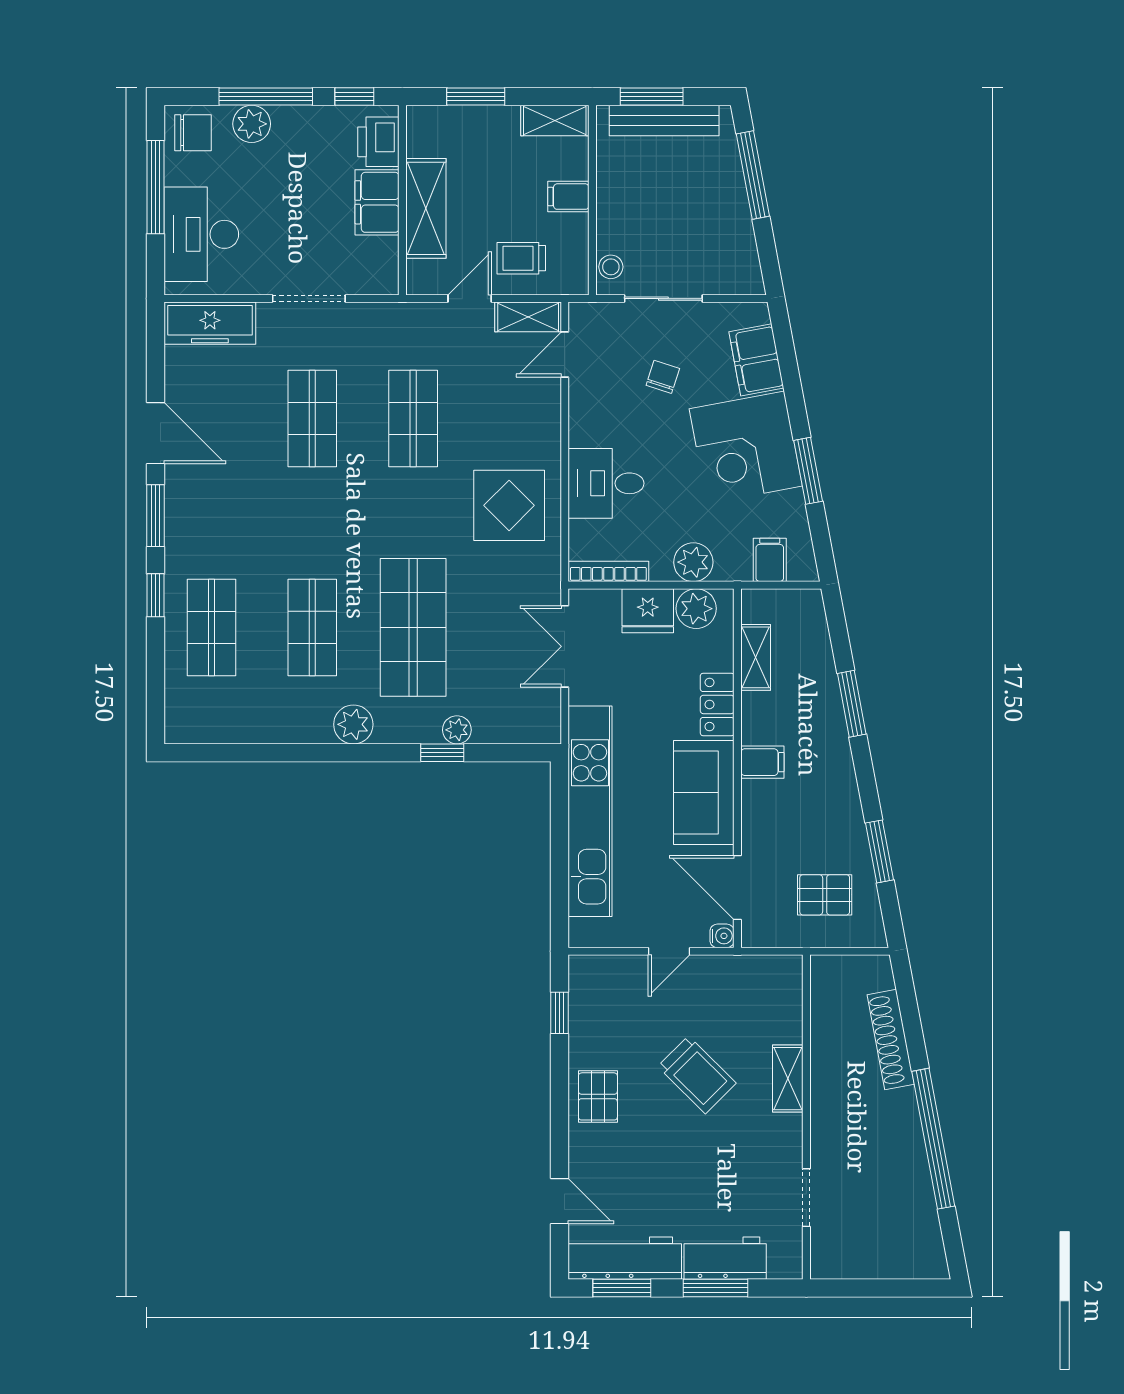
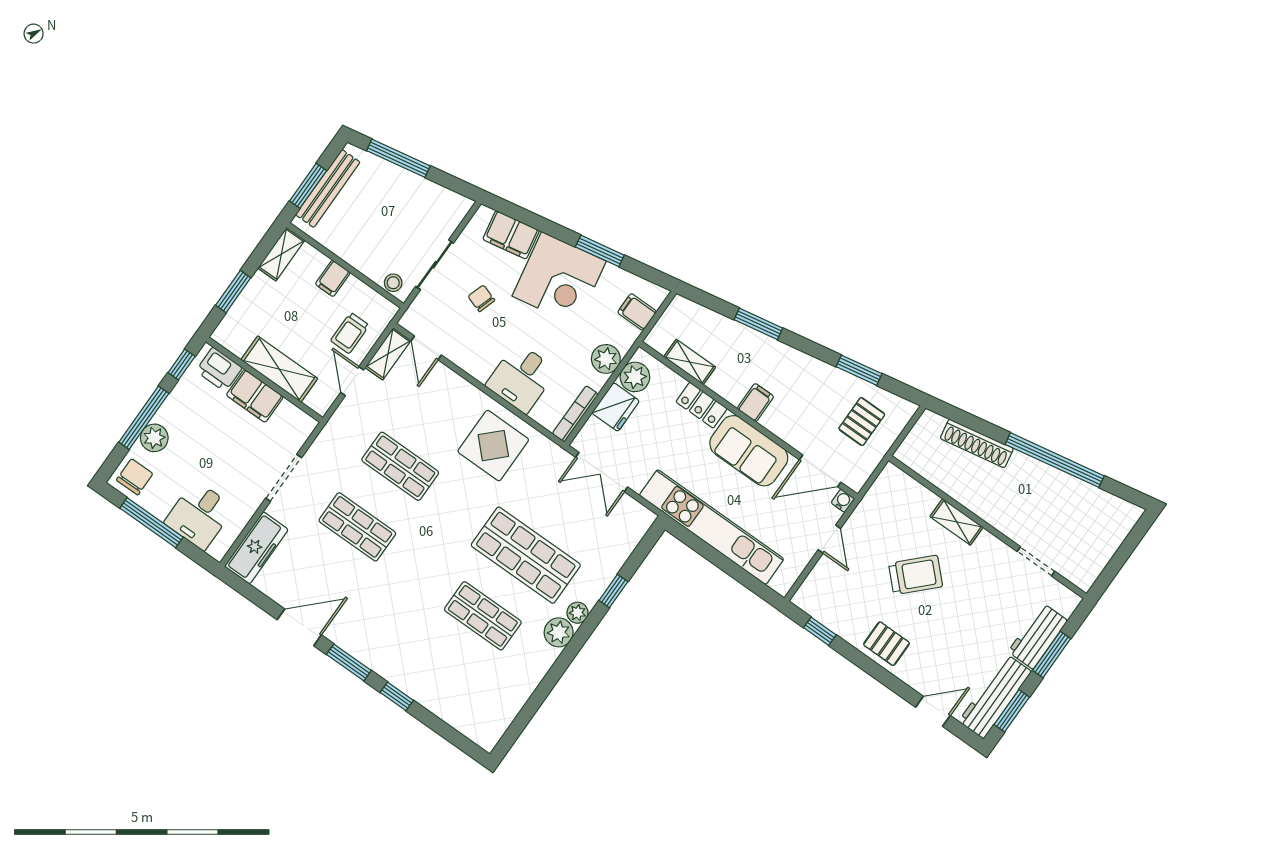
desk: (201, 234) -> (199, 515), width x0.73
shop shelf: (211, 627) -> (440, 676), removed
plant: (457, 730) -> (577, 613), moved

